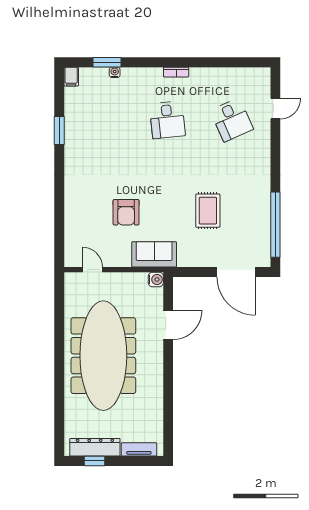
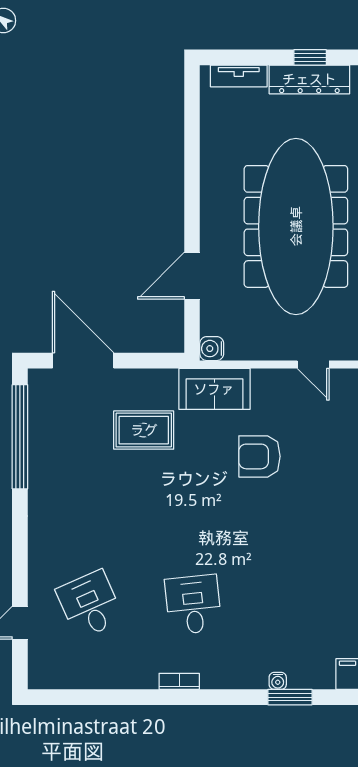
rug: (208, 211) -> (144, 430), moved, turned 90
armchair: (126, 212) -> (259, 456), turned -90

